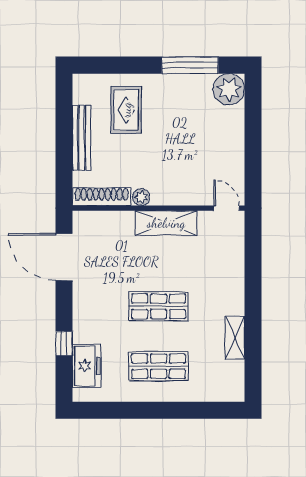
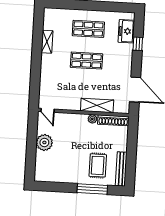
window: (190, 65) -> (92, 189), moved
plant: (229, 89) -> (44, 142), moved
bench: (82, 138) -> (121, 169), moved
shelving: (166, 223) -> (97, 105), moved

